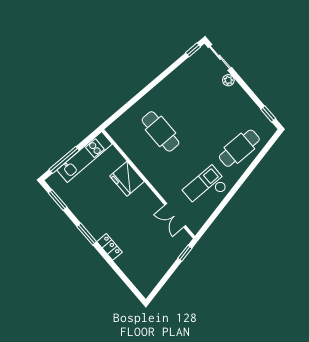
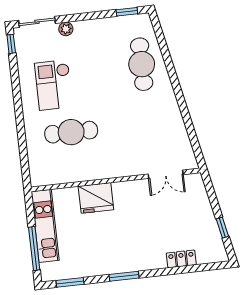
checkout: (206, 188) -> (54, 85), moved
locker: (109, 247) -> (181, 259), moved
window: (185, 253) -> (222, 228), moved

